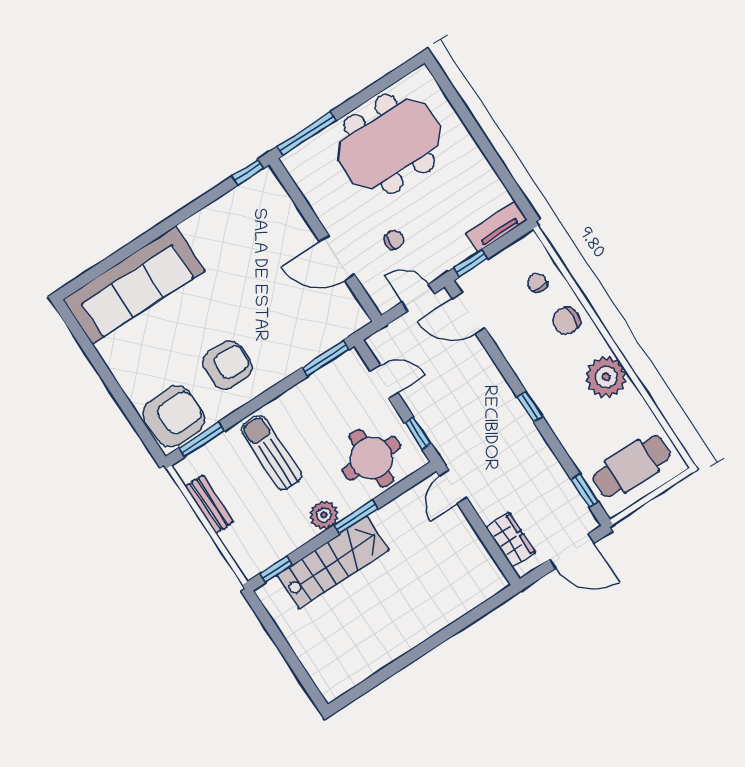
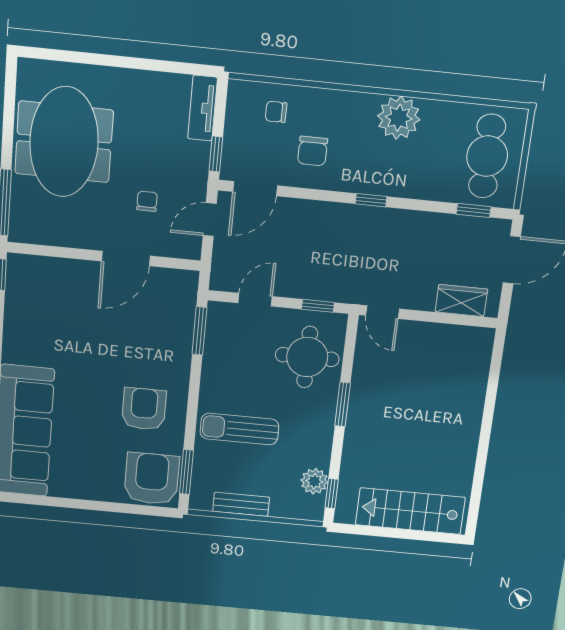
chair: (566, 321) -> (313, 151), moved
plant: (324, 515) -> (314, 481), moved
stairs: (333, 563) -> (410, 511), moved, turned -90

